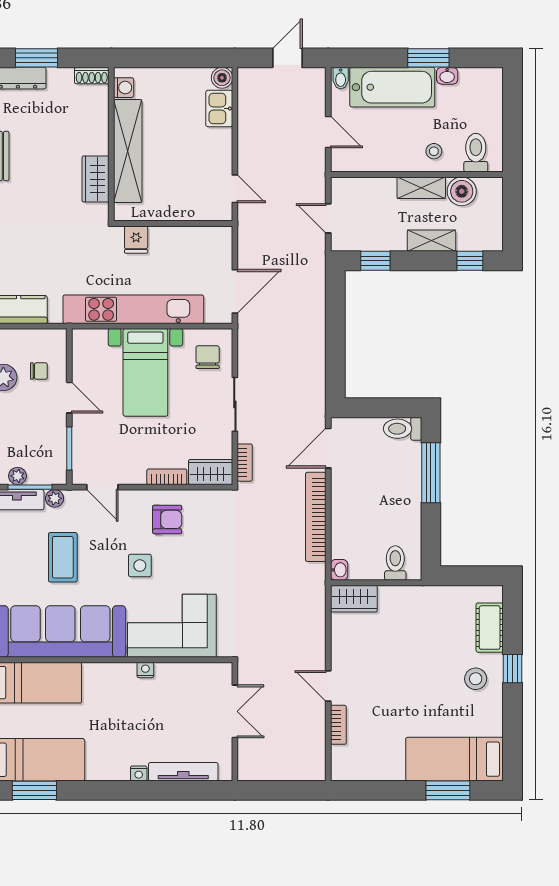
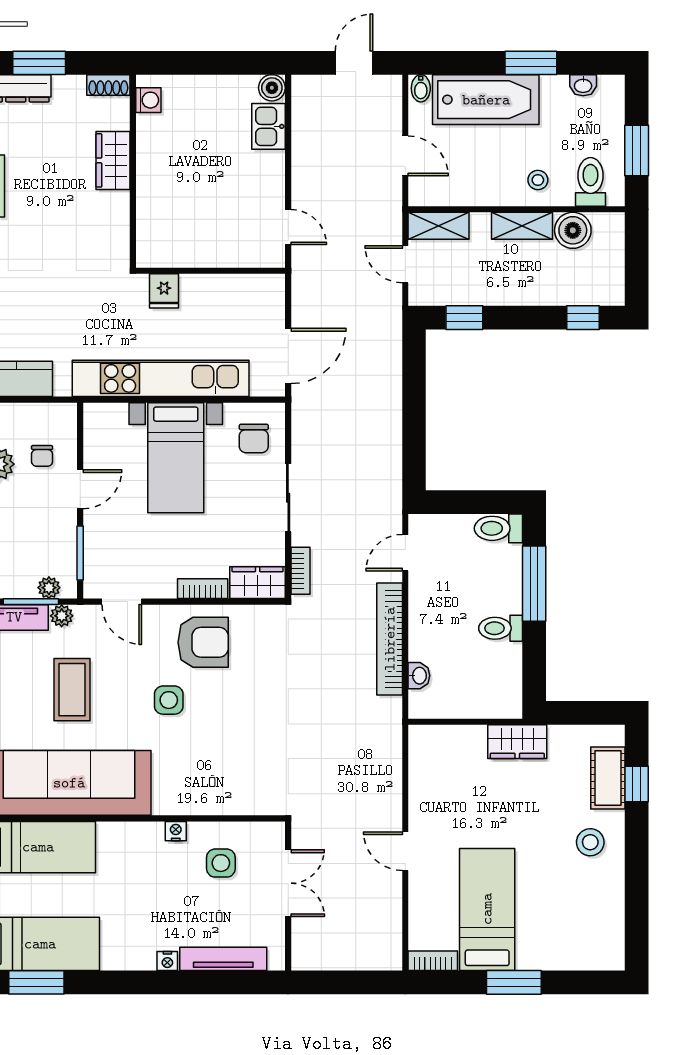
washbasin: (447, 76) -> (583, 85), moved
window: (512, 128) -> (637, 151), added
shelving: (128, 151) -> (153, 180), removed
wardrobe: (95, 179) -> (113, 160), moved
shelving: (431, 241) -> (438, 226), moved
chair: (208, 357) -> (254, 439), turned 180
chair: (39, 371) -> (42, 456), turned 90
door: (69, 398) -> (80, 489), hinge flipped
door: (328, 448) -> (405, 553), width x0.73
plant: (18, 476) -> (49, 588), moved
armchair: (167, 519) -> (203, 642), width x1.38, depth x1.38
toilet: (395, 563) -> (501, 628), moved, turned -90
washbasin: (339, 570) -> (419, 676), moved
wardrobe: (354, 599) -> (517, 742), moved
corner sofa: (172, 626) -> (209, 776), removed
window: (512, 669) -> (637, 784), moved
side table: (181, 695) -> (221, 863), added
bookcase: (338, 725) -> (433, 961), moved, turned -90
bed: (454, 759) -> (487, 909), moved, turned 90
window: (448, 790) -> (514, 982), moved

